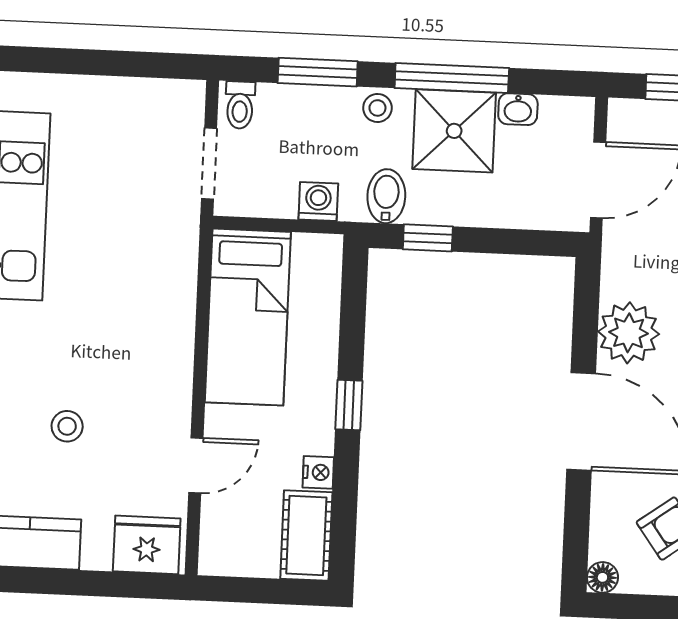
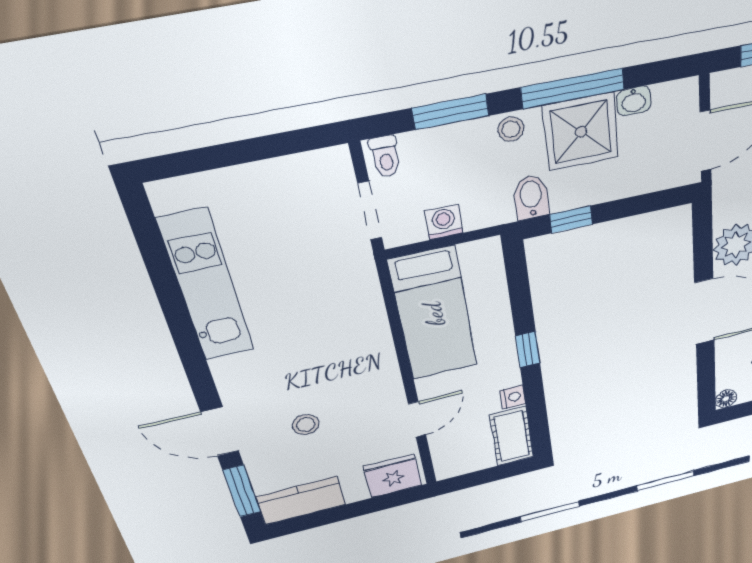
washing machine: (318, 201) -> (444, 222), moved

